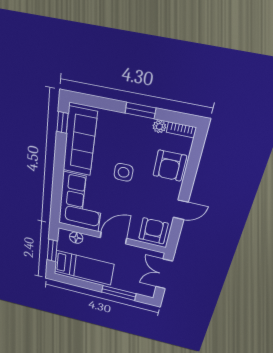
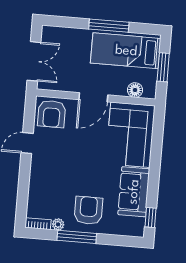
window: (140, 111) -> (77, 237), width x1.44
sofa: (80, 142) -> (134, 192), width x0.73
armchair: (170, 166) -> (88, 210), moved
side table: (124, 172) -> (88, 175), removed
window: (119, 293) -> (109, 26), moved

